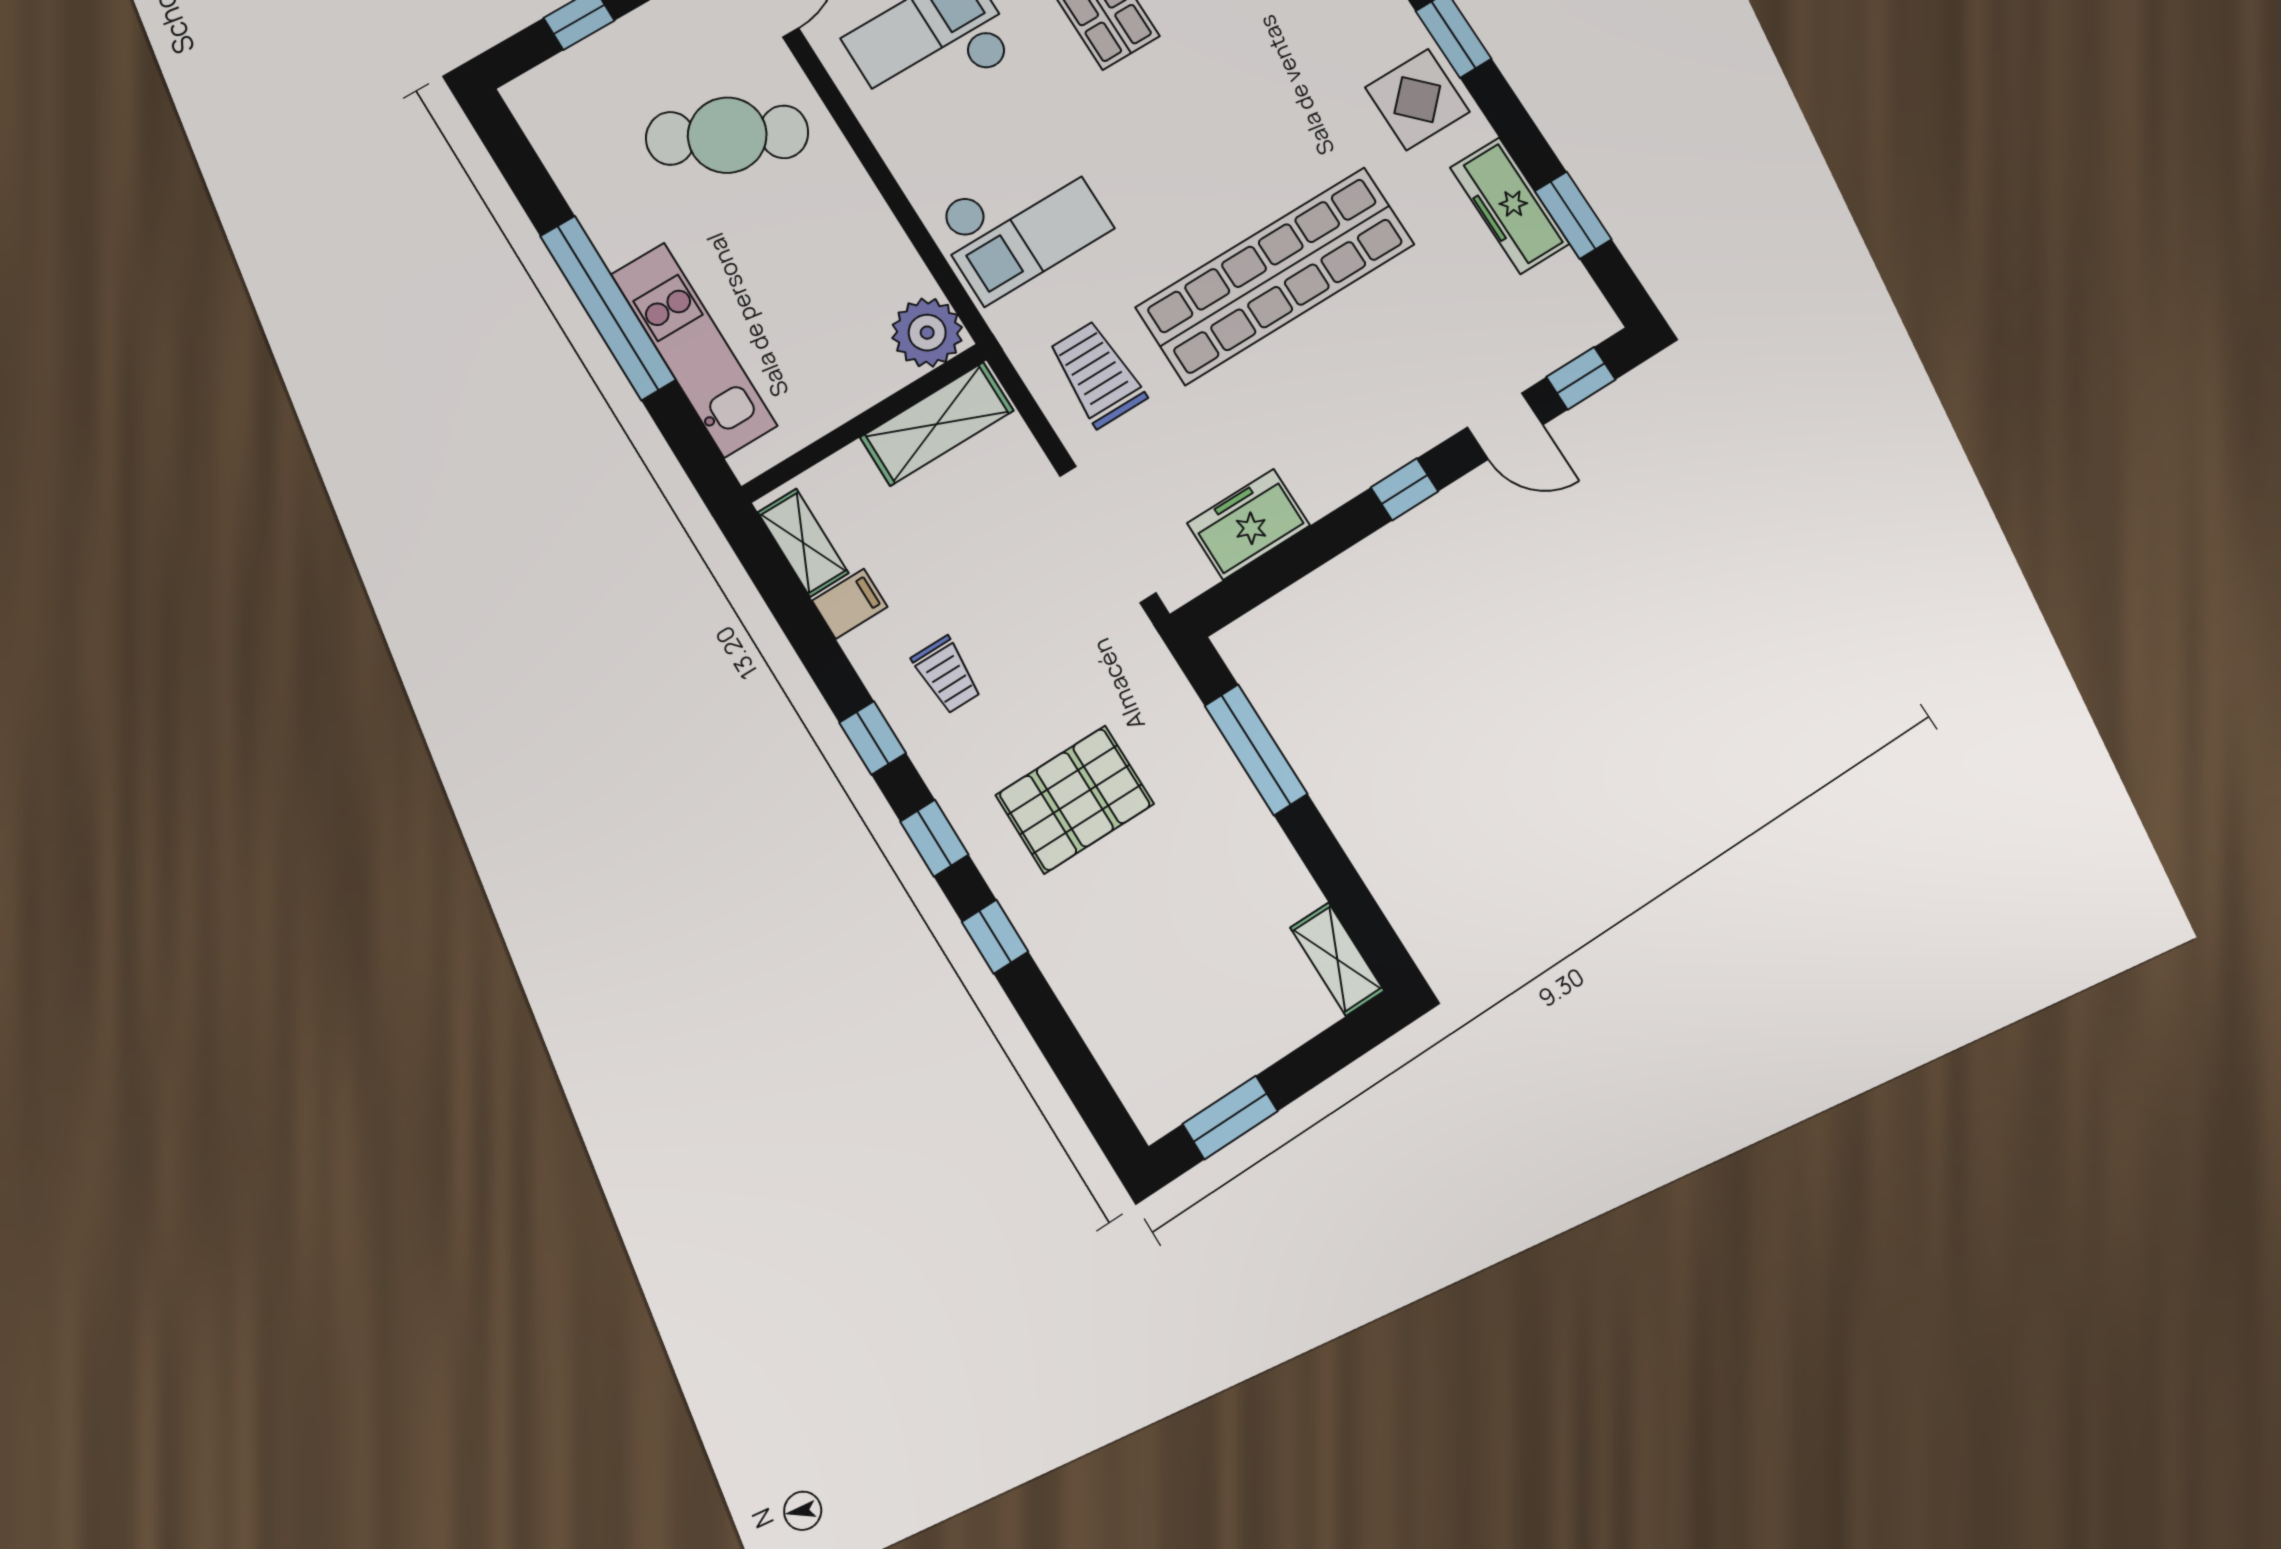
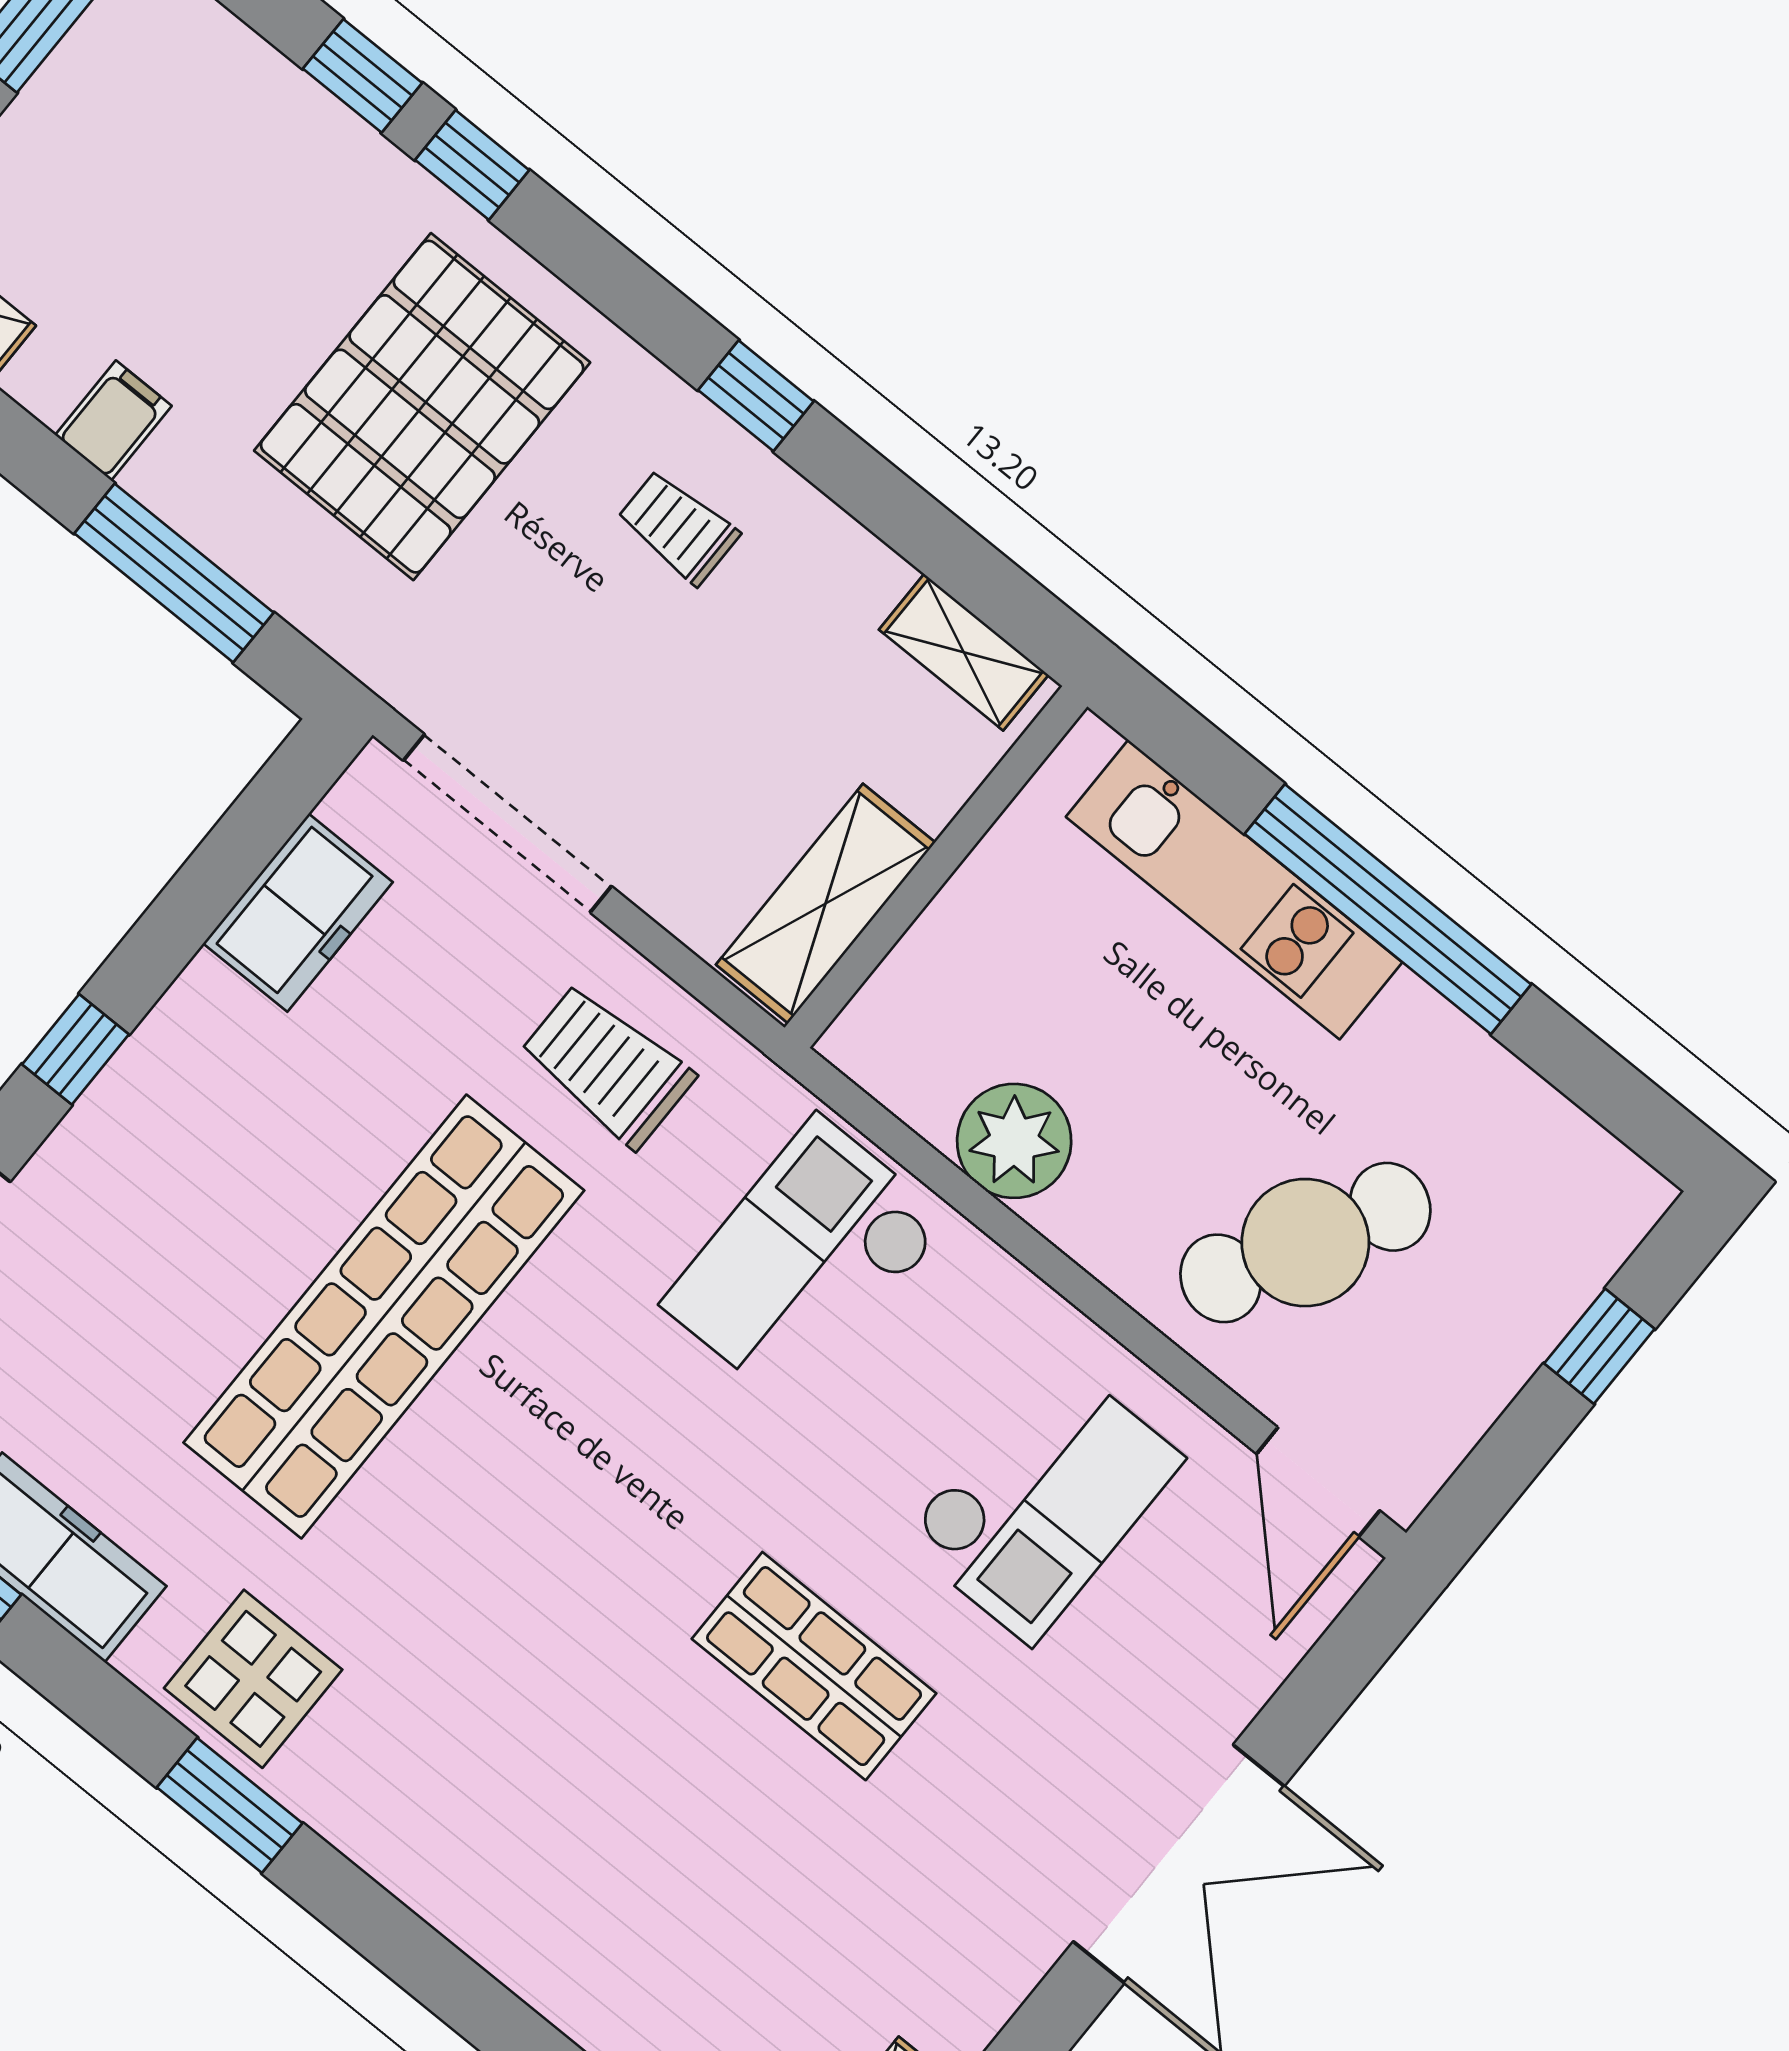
plant: (927, 333) -> (1014, 1141), moved
trolley: (1097, 374) -> (607, 1066), turned 180
filing cabinet: (850, 604) -> (113, 420), moved, turned 180
pallet: (1075, 799) -> (422, 407), width x1.37, depth x1.41
window: (934, 838) -> (362, 76), moved

